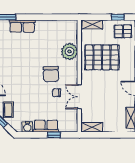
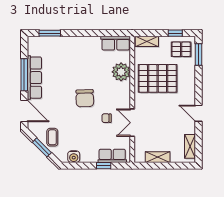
row of seats: (22, 26) -> (116, 43), moved
chair: (51, 74) -> (85, 98), moved
row of seats: (46, 126) -> (112, 156), moved
shelving: (92, 127) -> (158, 157), moved

